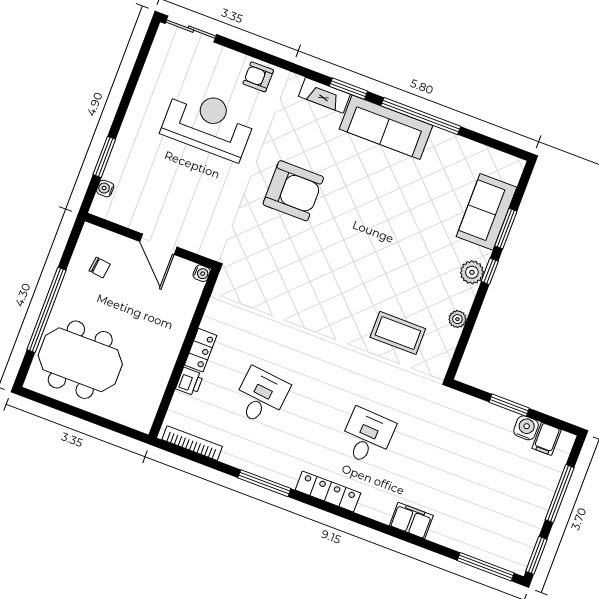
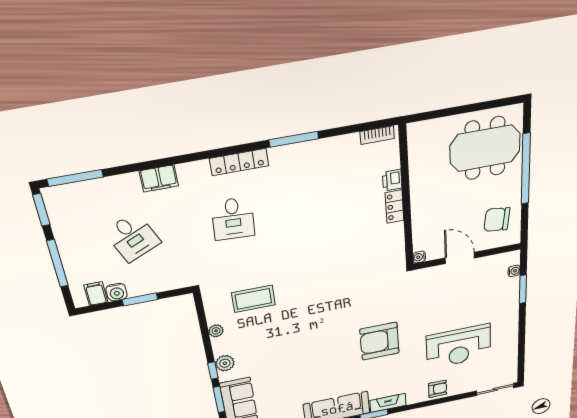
chair: (100, 267) -> (497, 220), width x1.87, depth x1.87
desk: (261, 397) -> (132, 237), moved, turned -30
bookcase: (192, 443) -> (377, 135), width x0.64

